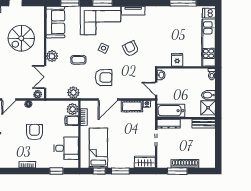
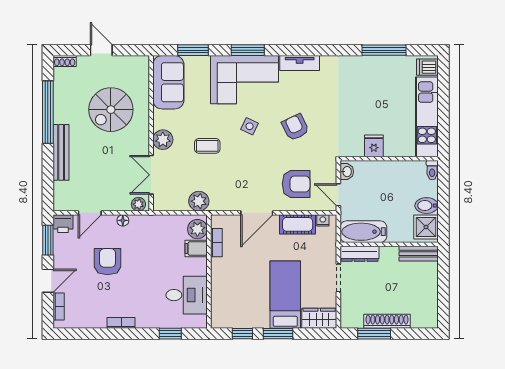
armchair: (104, 78) -> (296, 184), moved
armchair: (35, 132) -> (108, 262), moved
bed: (98, 148) -> (285, 295), moved

